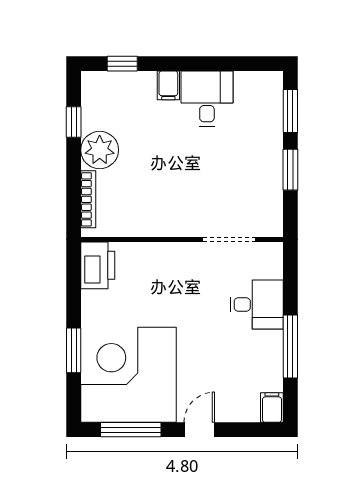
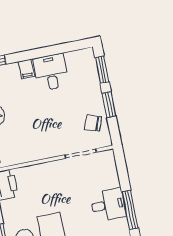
chair: (259, 194) -> (93, 123), added
desk: (257, 304) -> (108, 205), moved

